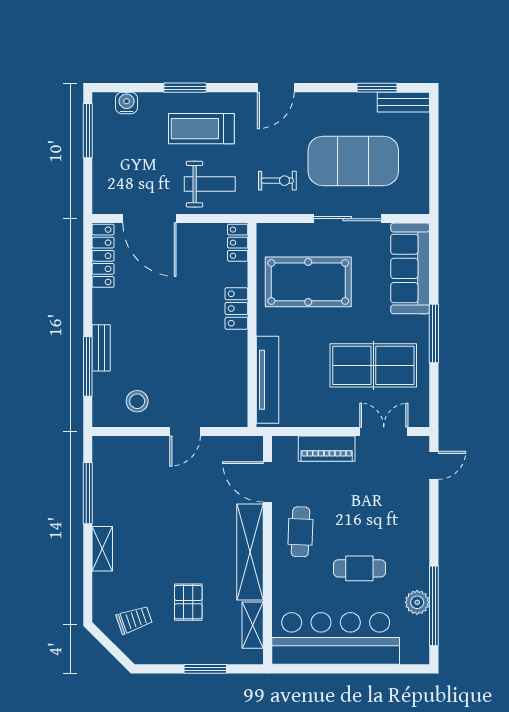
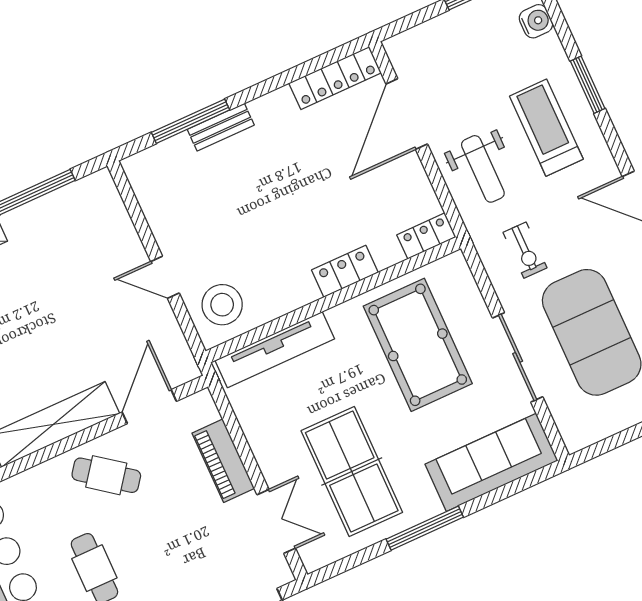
stool: (137, 401) -> (222, 305), moved, width x1.38, depth x1.38
cafe table: (300, 532) -> (106, 475), turned 35

